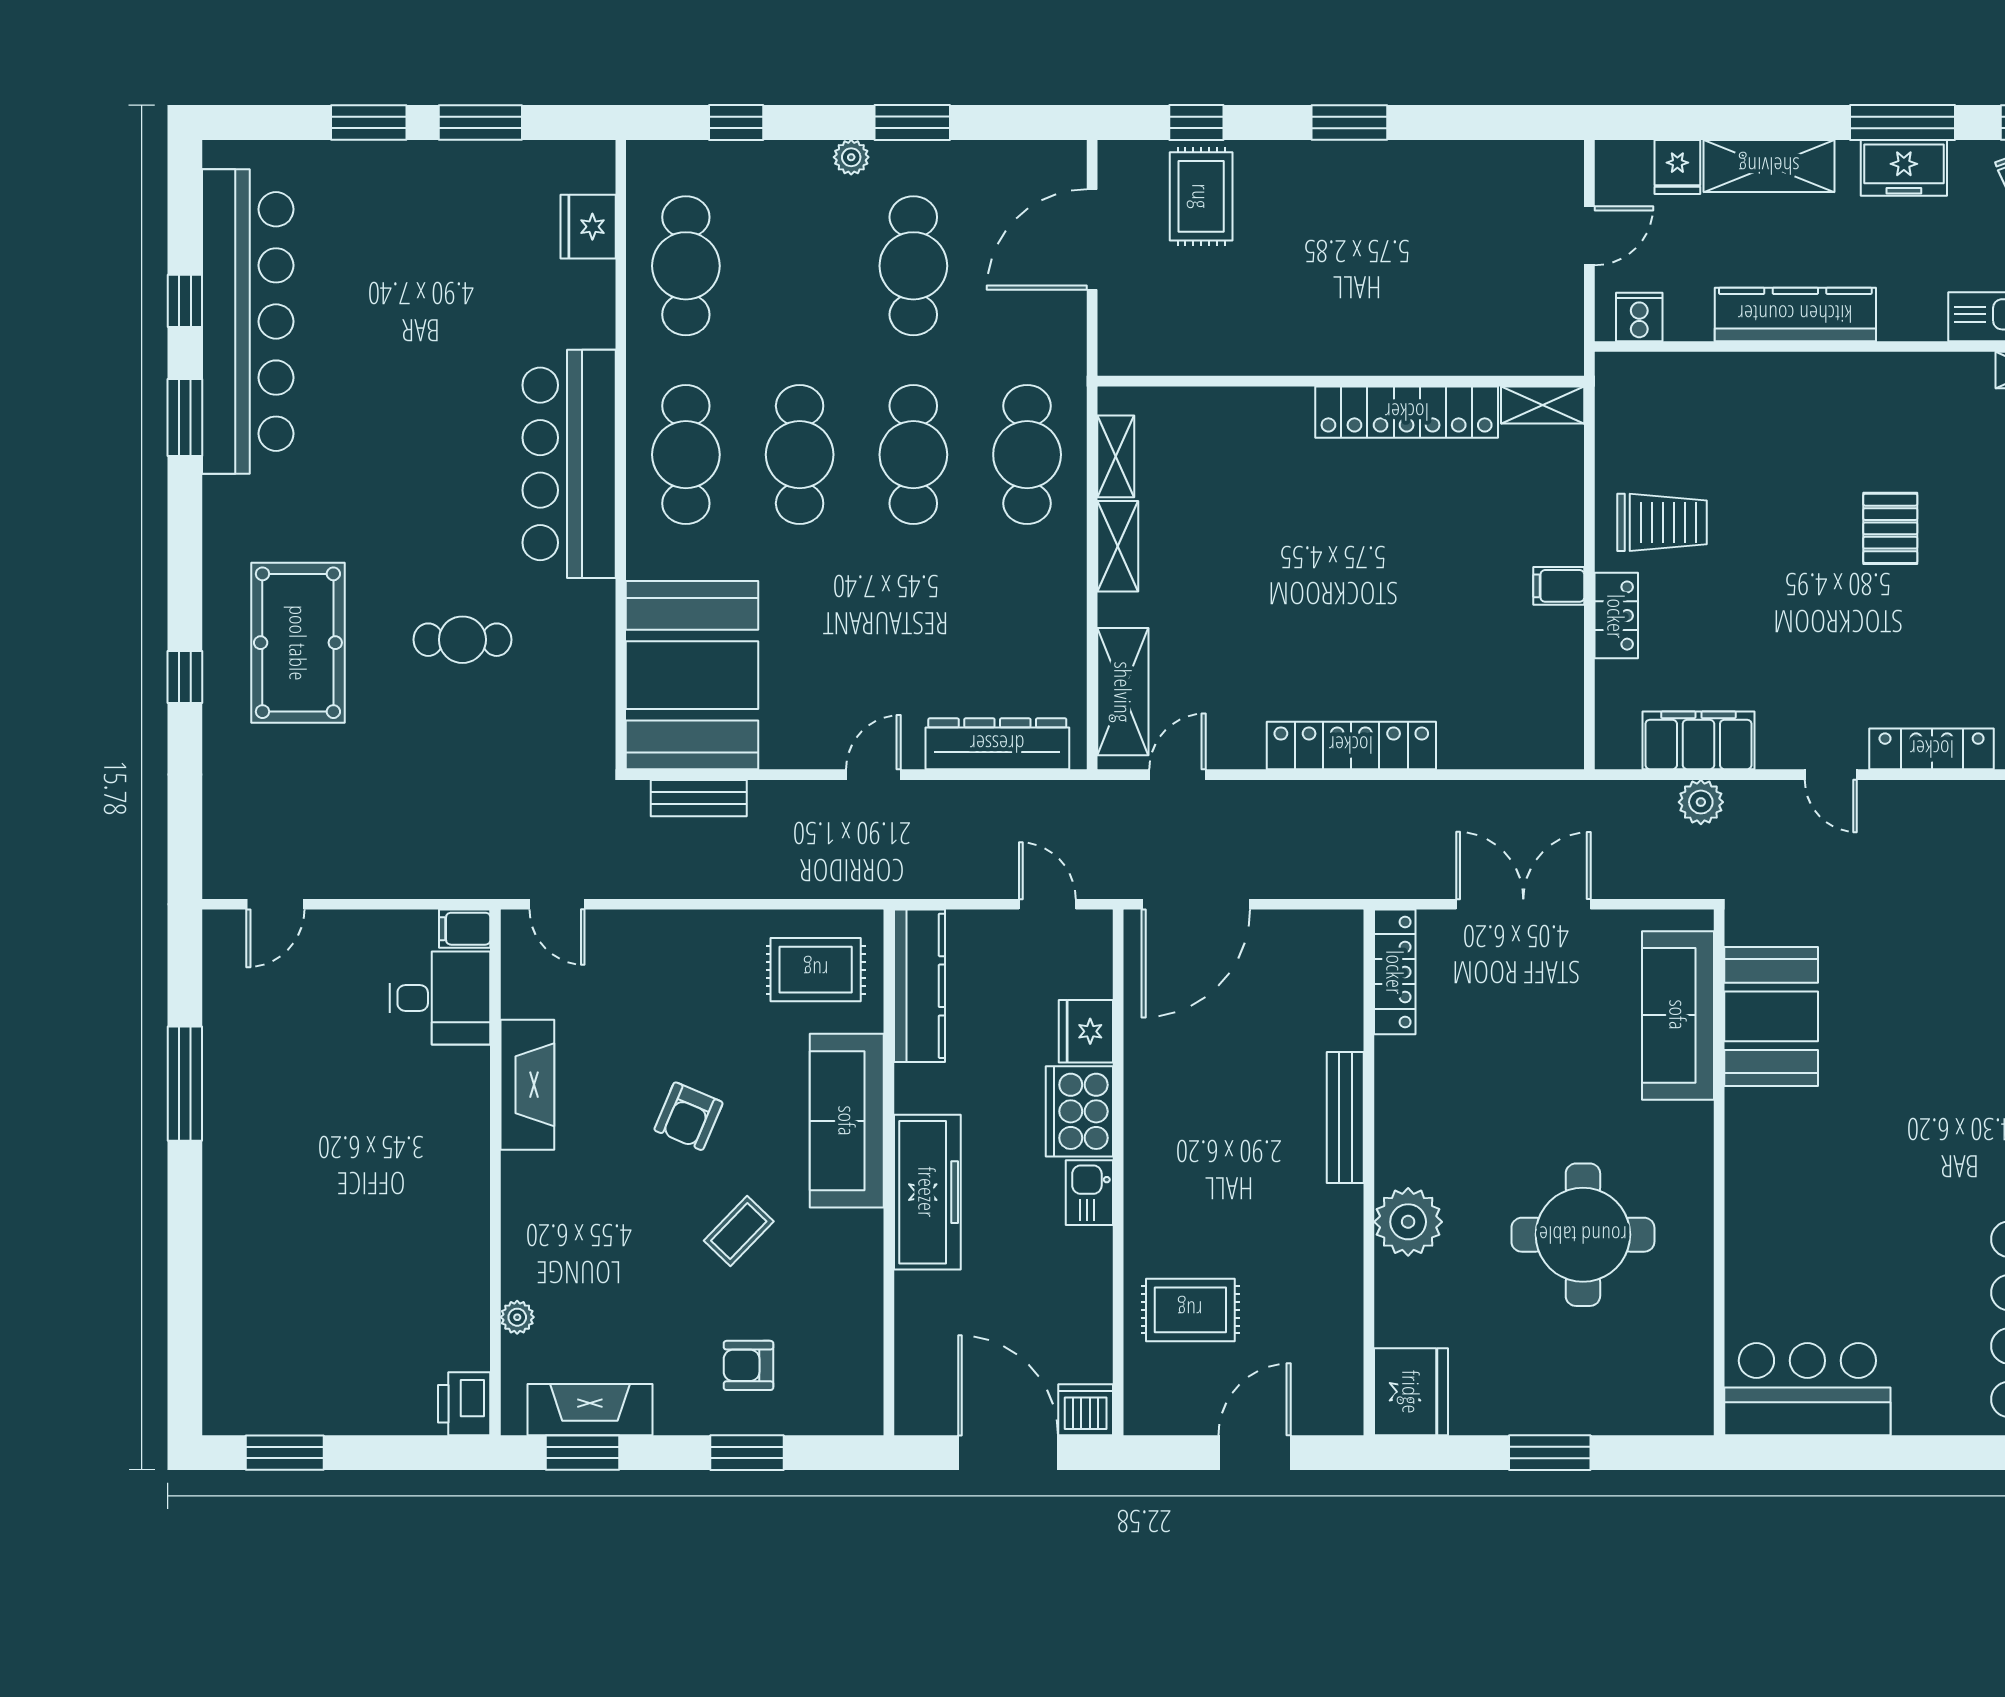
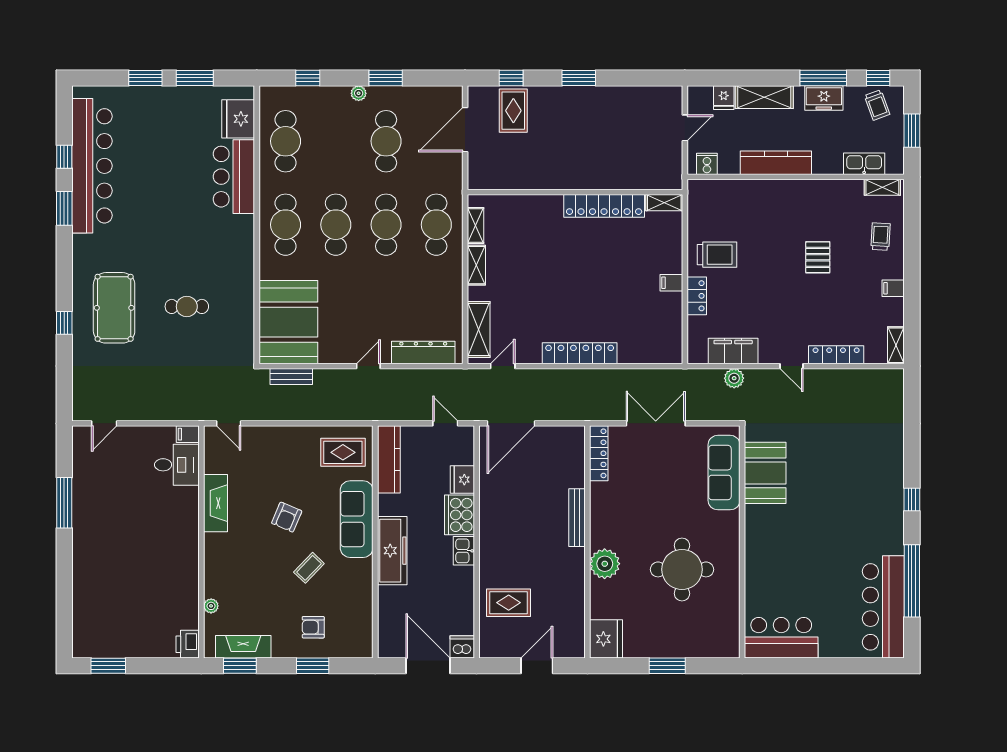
fridge: (588, 227) -> (238, 119), width x1.36, depth x1.34
bar counter: (569, 464) -> (234, 177), moved, width x0.73

